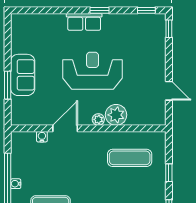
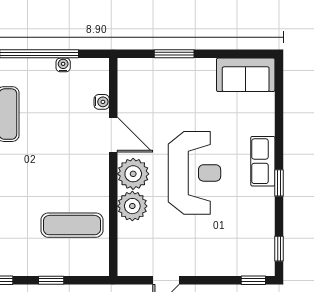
sofa: (23, 75) -> (246, 75), moved
plant: (98, 119) -> (133, 174), width x1.87, depth x1.87
exercise mat: (130, 158) -> (72, 225), turned 90
water cooler: (16, 184) -> (63, 65), moved

